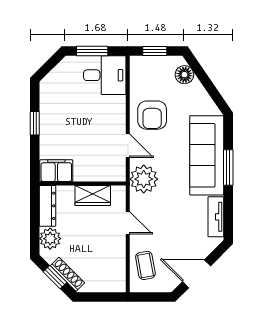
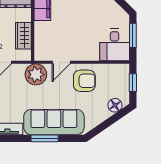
armchair: (152, 115) -> (84, 81), turned 180

